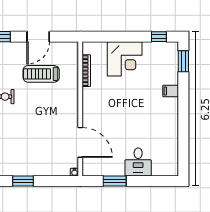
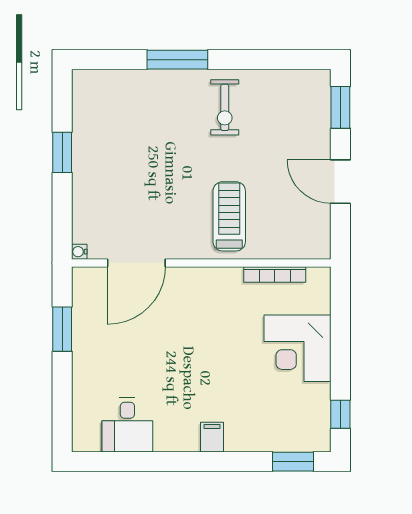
treadmill: (41, 74) -> (229, 216), moved
filing cabinet: (171, 91) -> (212, 437), moved
desk: (138, 162) -> (127, 425), moved, turned -90

